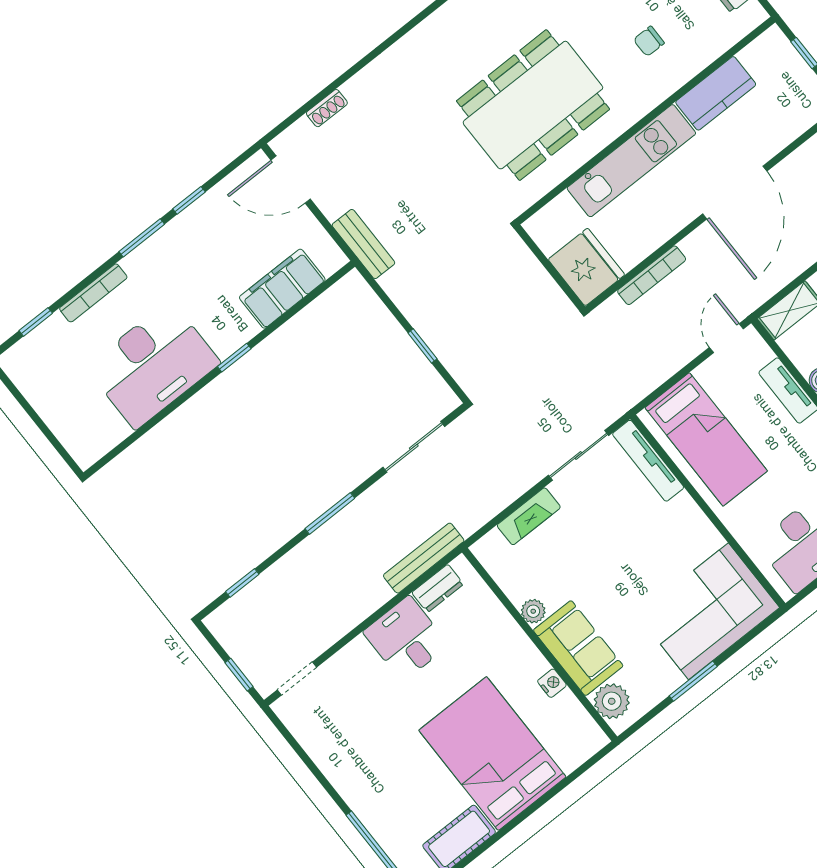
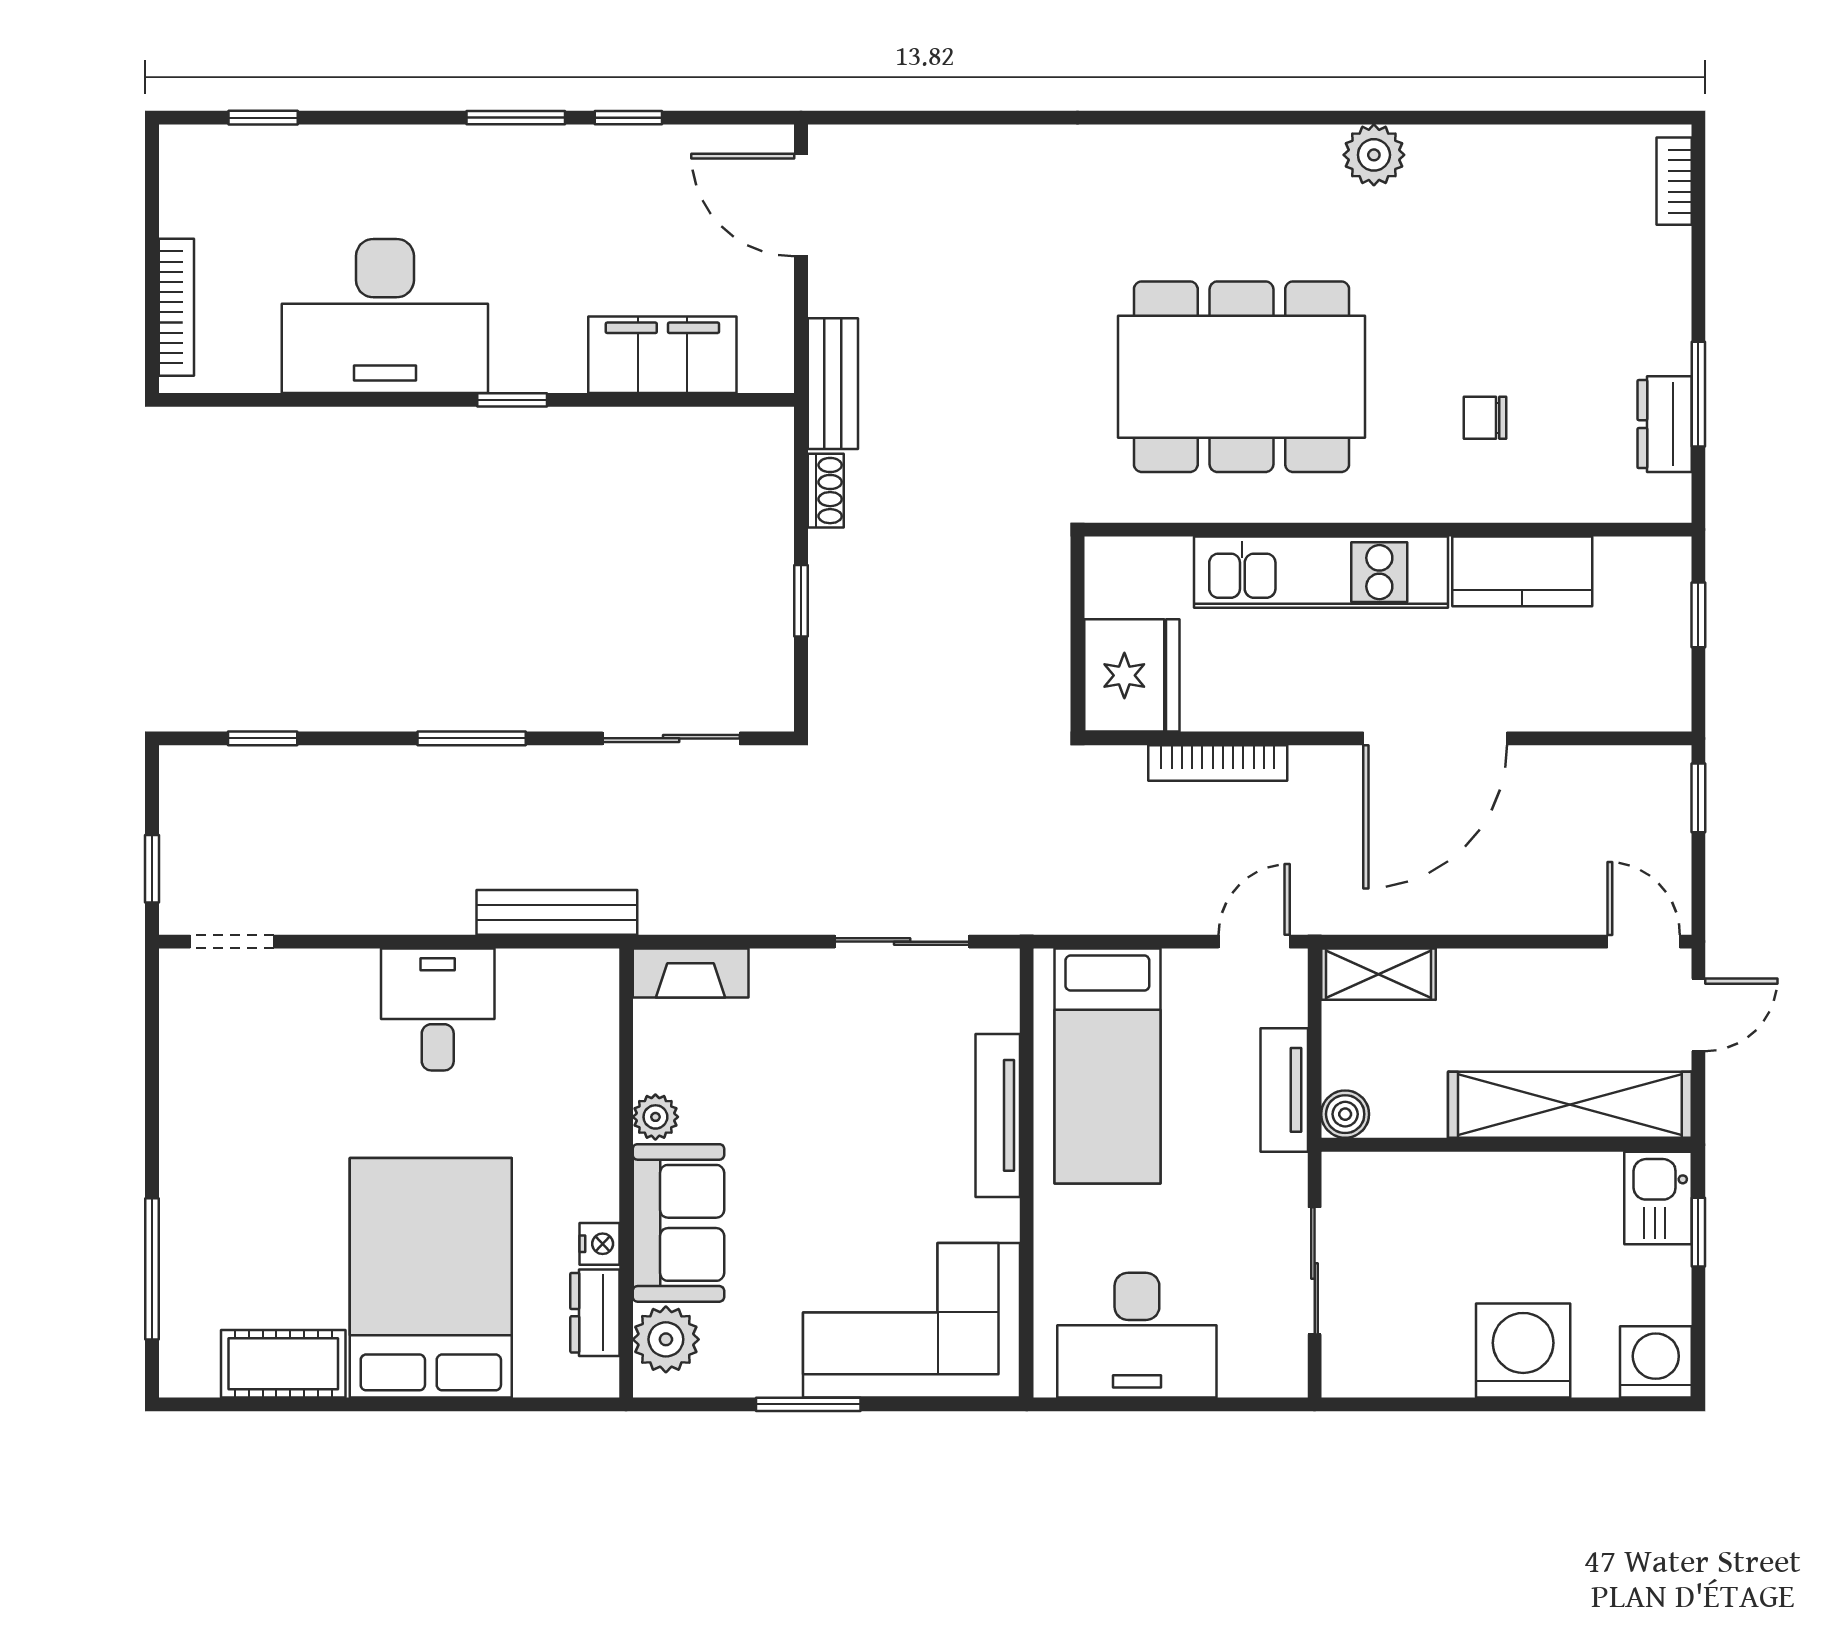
shoe rack: (327, 108) -> (826, 491), moved, turned -90
bookcase: (93, 293) -> (176, 307), moved, turned -90
tv unit: (648, 461) -> (998, 1115), moved
fireplace: (529, 516) -> (691, 973), moved
dresser: (438, 588) -> (595, 1313), moved, turned 90

